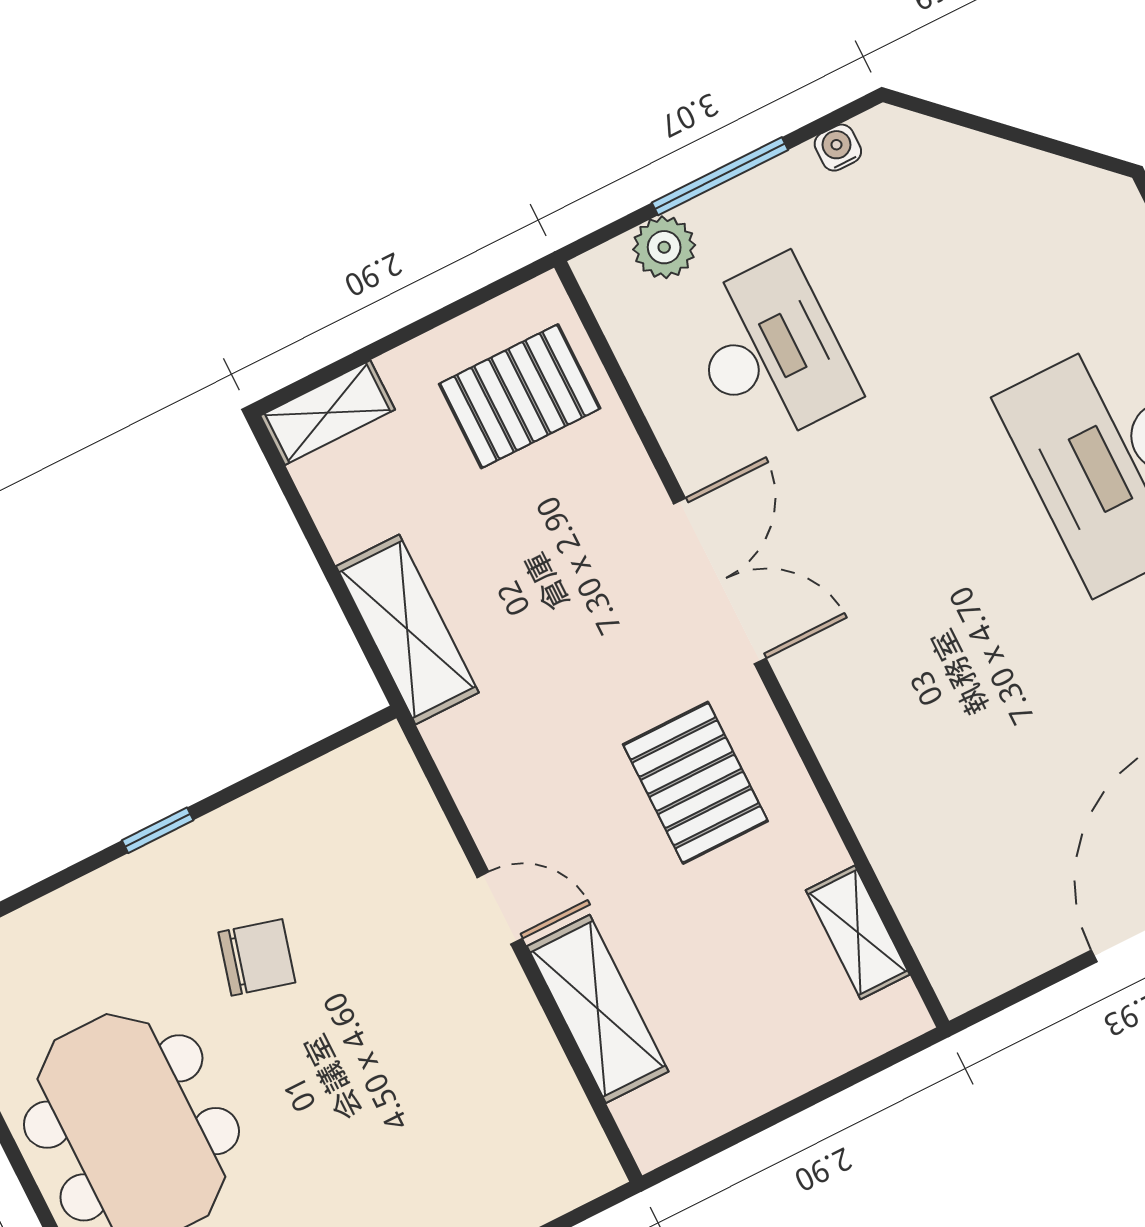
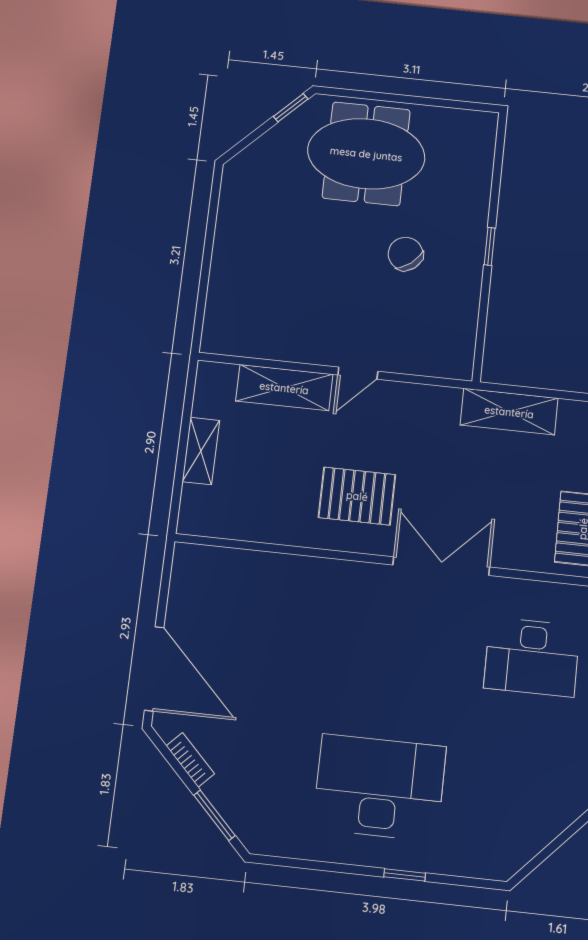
double door: (720, 581) -> (441, 566), swing flipped
shelving: (858, 932) -> (201, 451), moved, turned 90
chair: (257, 957) -> (405, 254), turned 126

